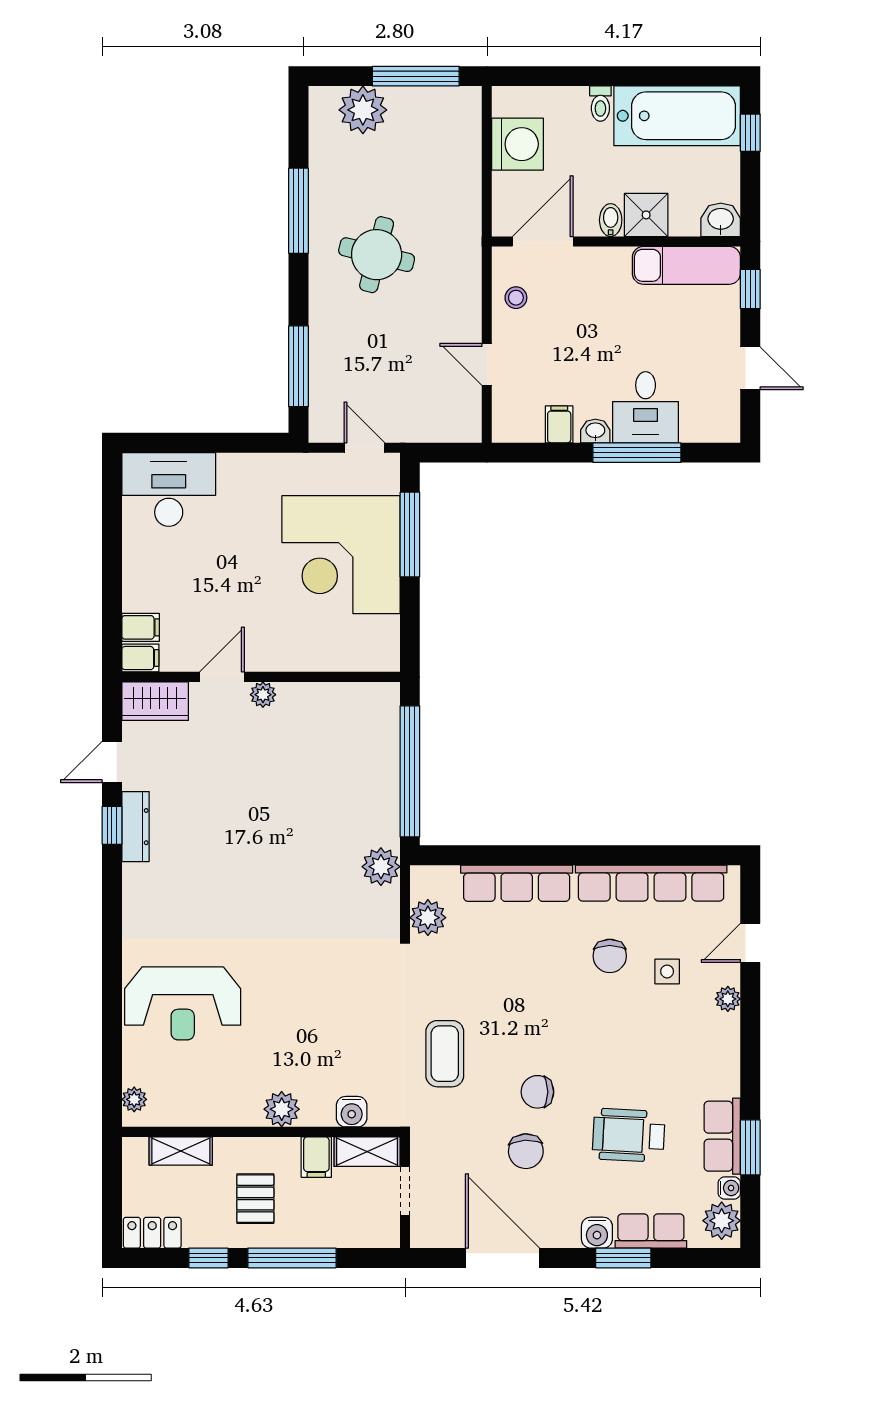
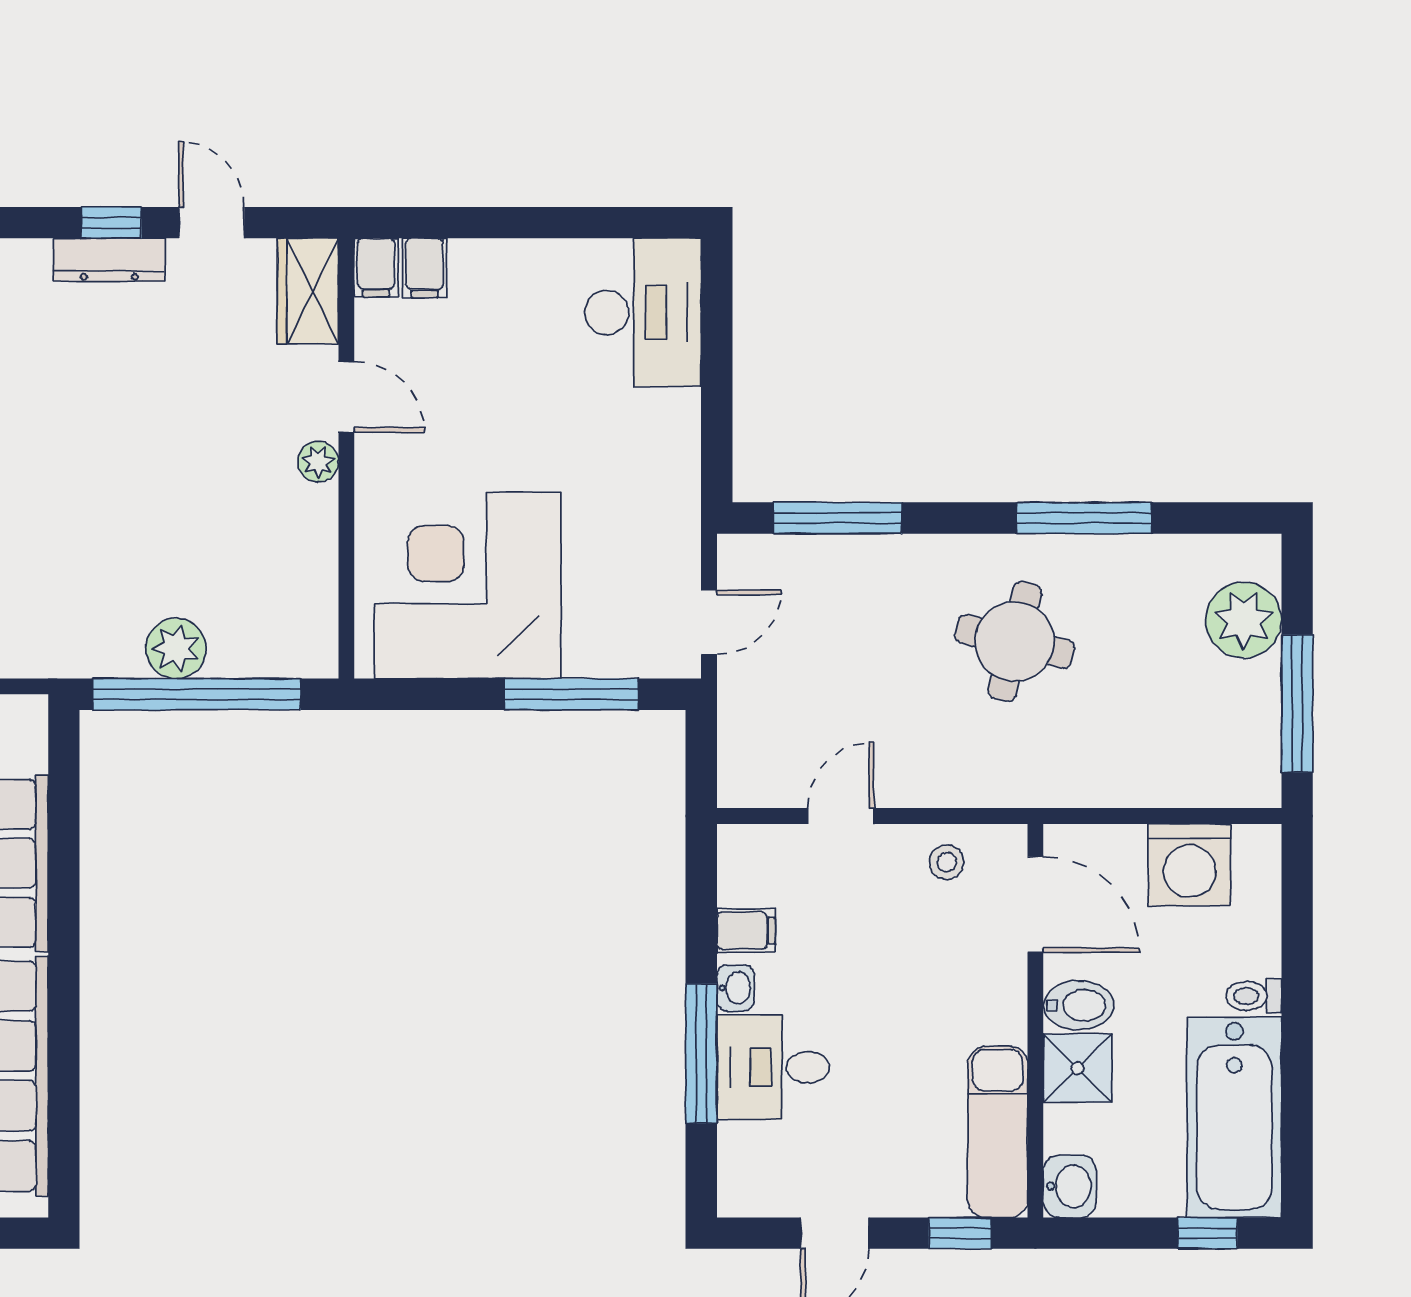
bidet: (611, 220) -> (1079, 1005), width x1.38, depth x1.36
corner desk: (341, 555) -> (468, 585), moved
plant: (381, 867) -> (176, 649), moved

